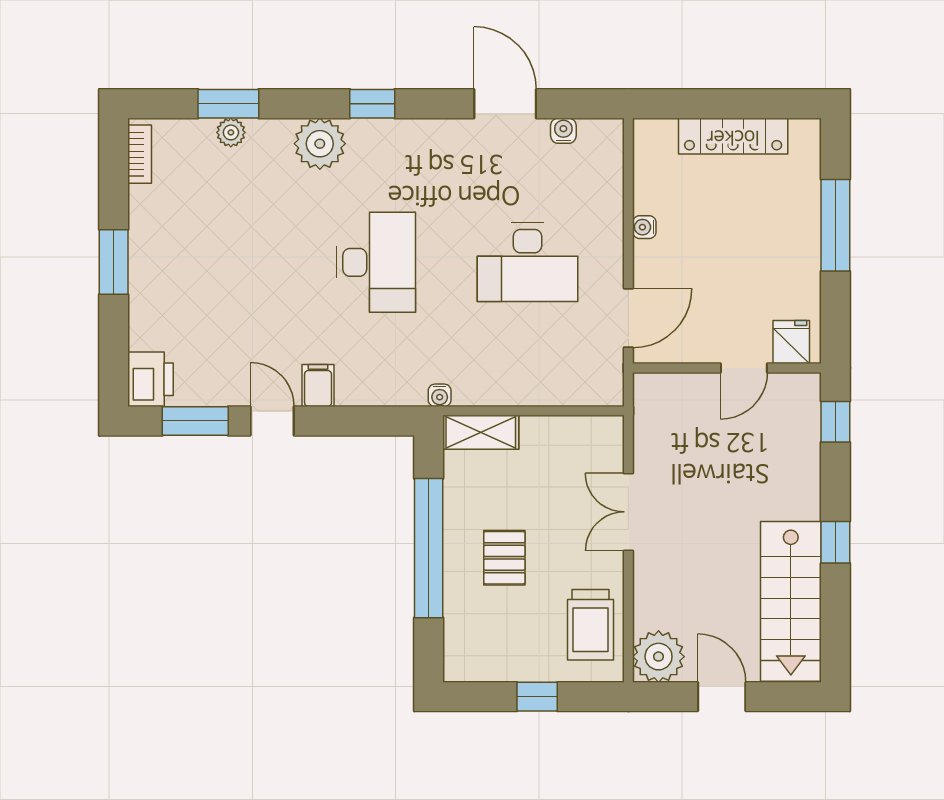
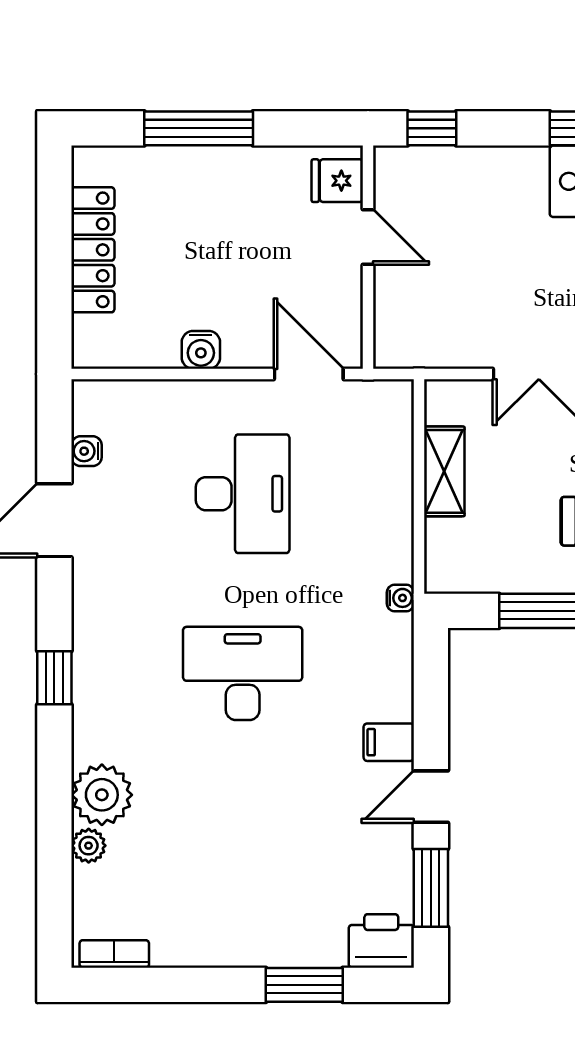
window: (228, 104) -> (54, 849), removed
plant: (320, 144) -> (102, 795), moved
water cooler: (644, 227) -> (201, 350), width x1.38, depth x1.38
window: (114, 262) -> (304, 985), moved
shelving: (481, 432) -> (444, 471), moved

